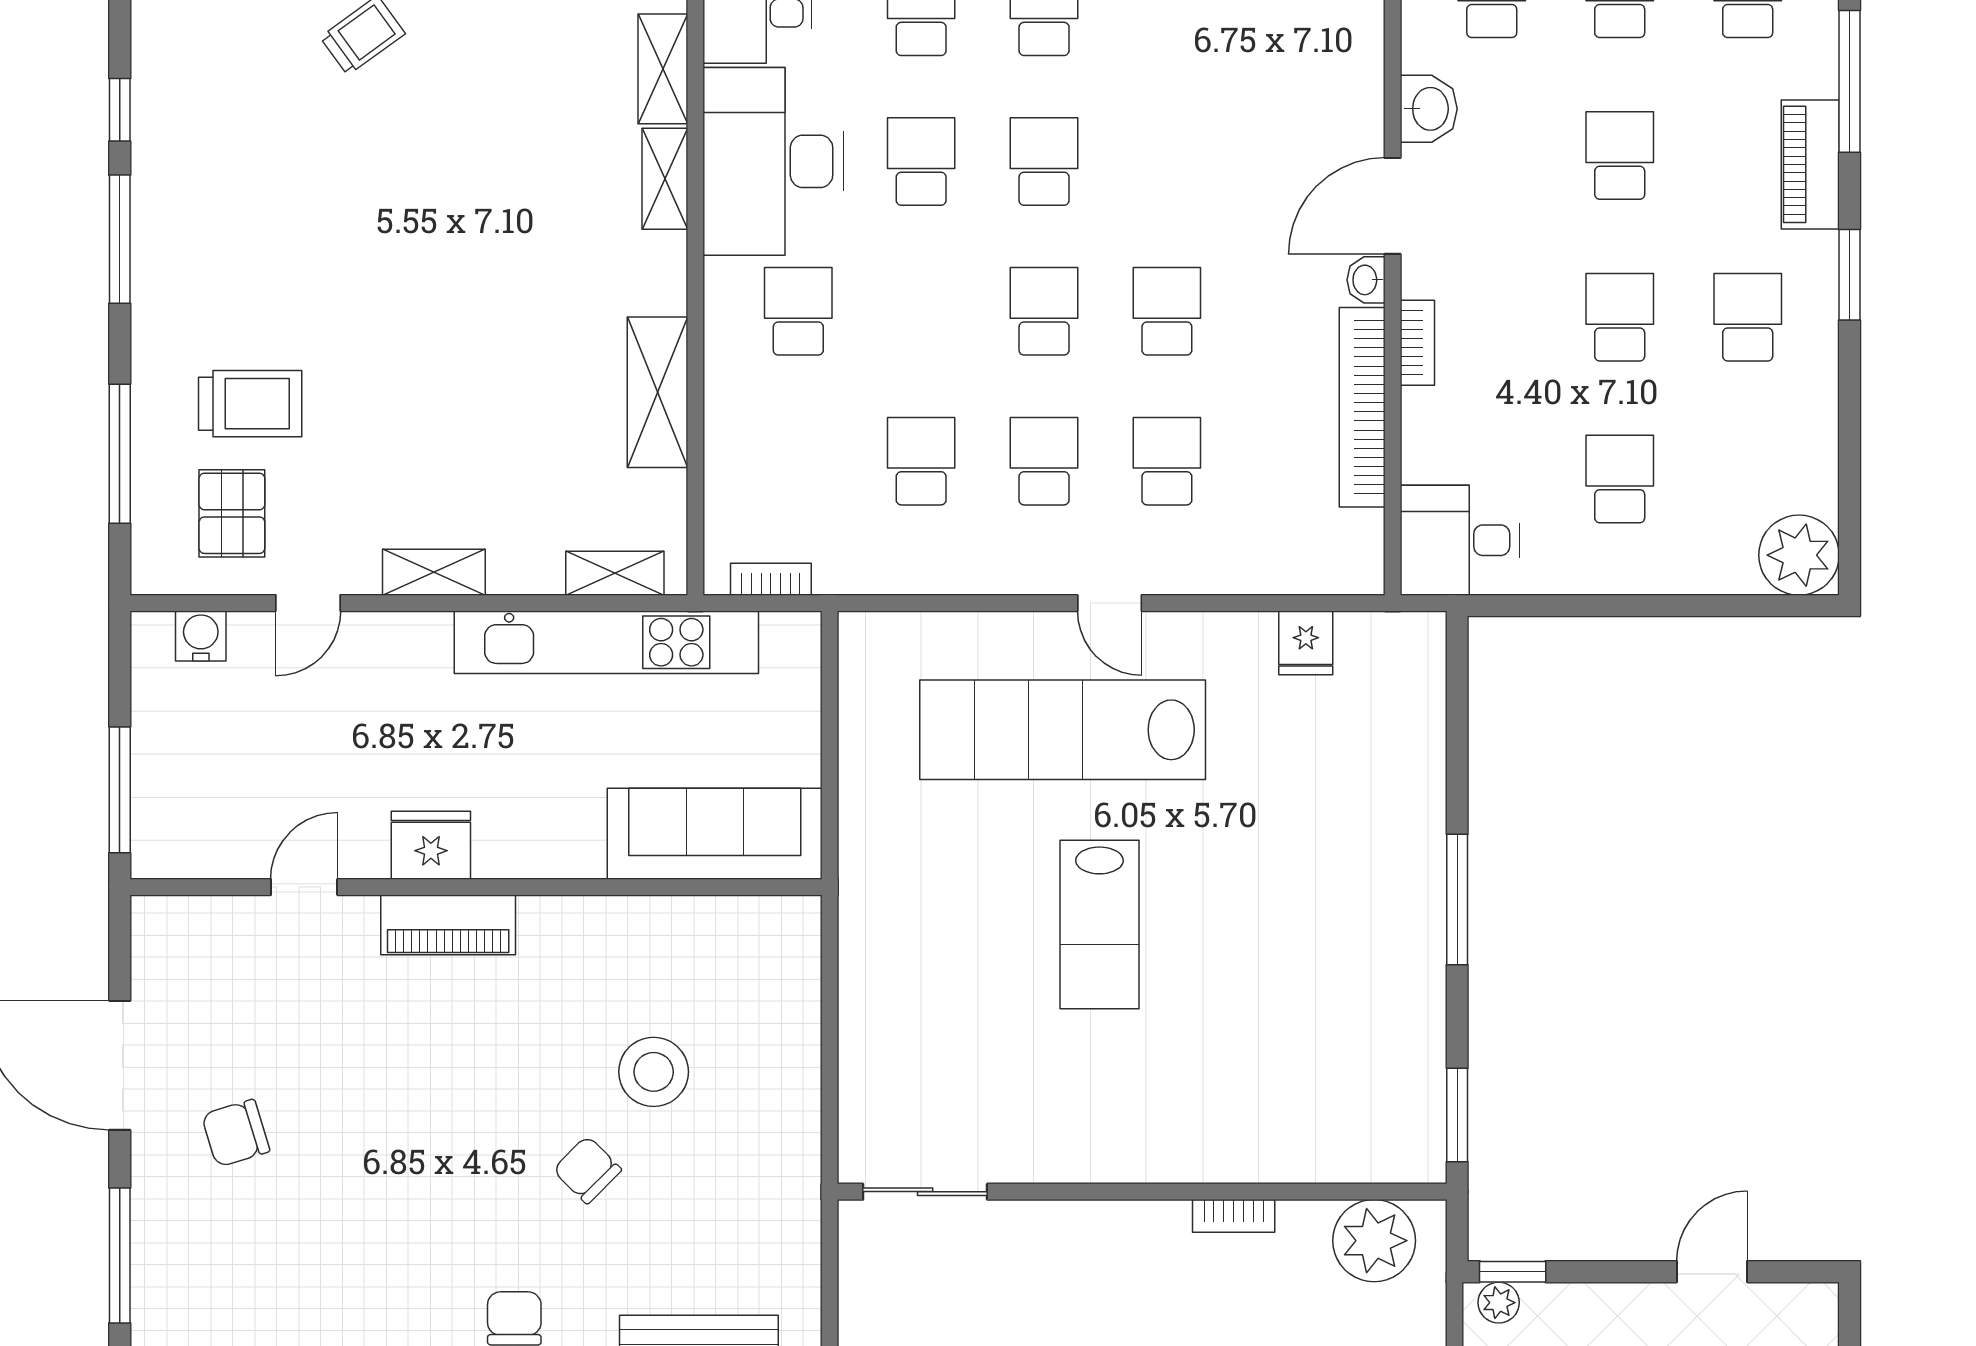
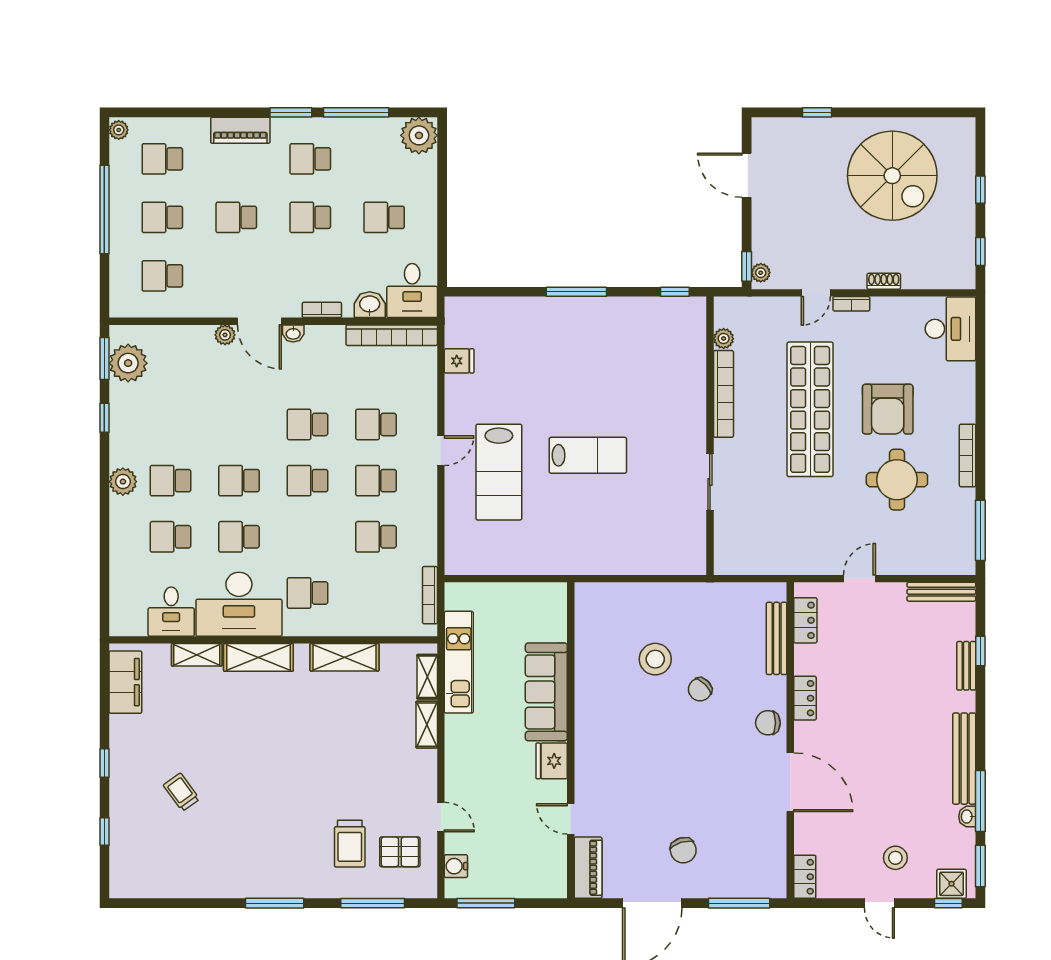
window: (1850, 81) -> (356, 112), moved
washbasin: (1429, 109) -> (370, 305), moved
window: (120, 110) -> (215, 903), removed
plant: (1363, 131) -> (225, 335), added
shelving: (665, 179) -> (258, 657), width x1.50, depth x1.33
trolley: (250, 404) -> (350, 844), turned 180
bookcase: (1362, 407) -> (392, 335), moved
shelving: (434, 572) -> (427, 725), moved
bookcase: (771, 579) -> (430, 595), width x1.56
kitchen unit: (606, 642) -> (459, 662), width x0.73
lab bench: (1063, 730) -> (499, 472), width x0.73
window: (120, 790) -> (486, 903), moved
sofa: (715, 834) -> (546, 692), moved
piano: (448, 925) -> (588, 868), moved
window: (1457, 1115) -> (675, 292), width x0.67
sliding door: (925, 1192) -> (710, 482), moved
bookcase: (1234, 1216) -> (723, 394), width x2.31, depth x1.31
plant: (1374, 1241) -> (724, 339), width x0.53, depth x0.53
door: (1712, 1272) -> (747, 175), width x1.38

